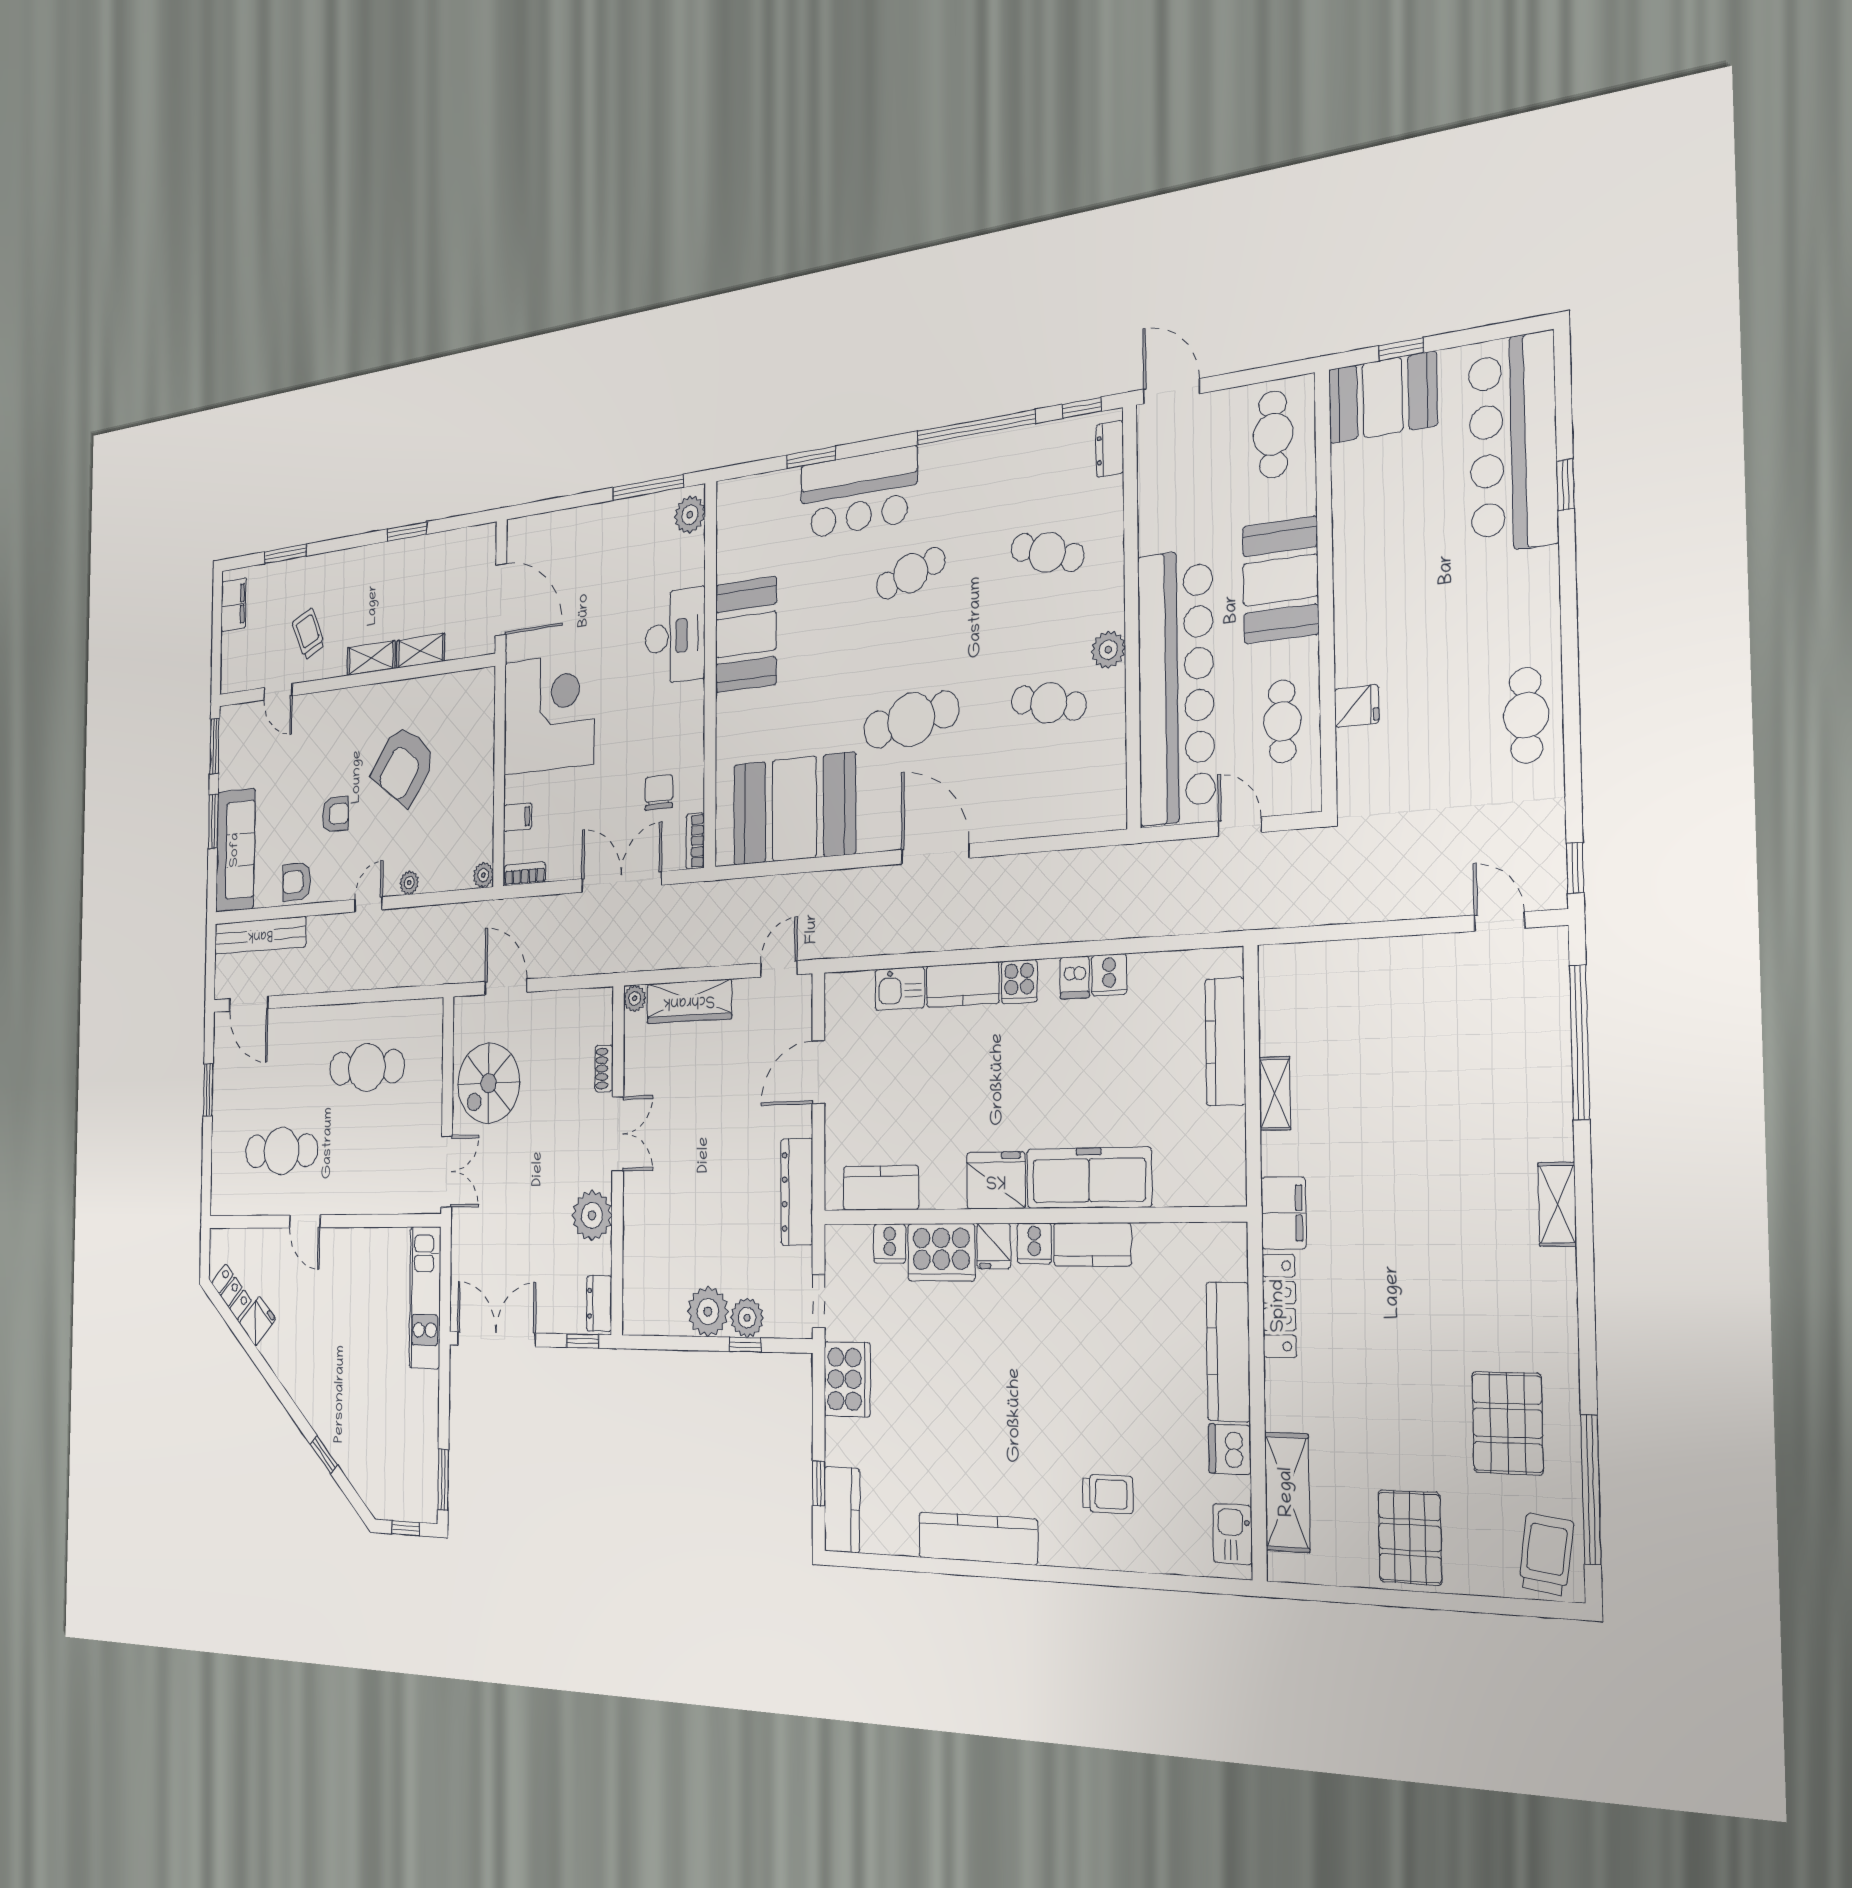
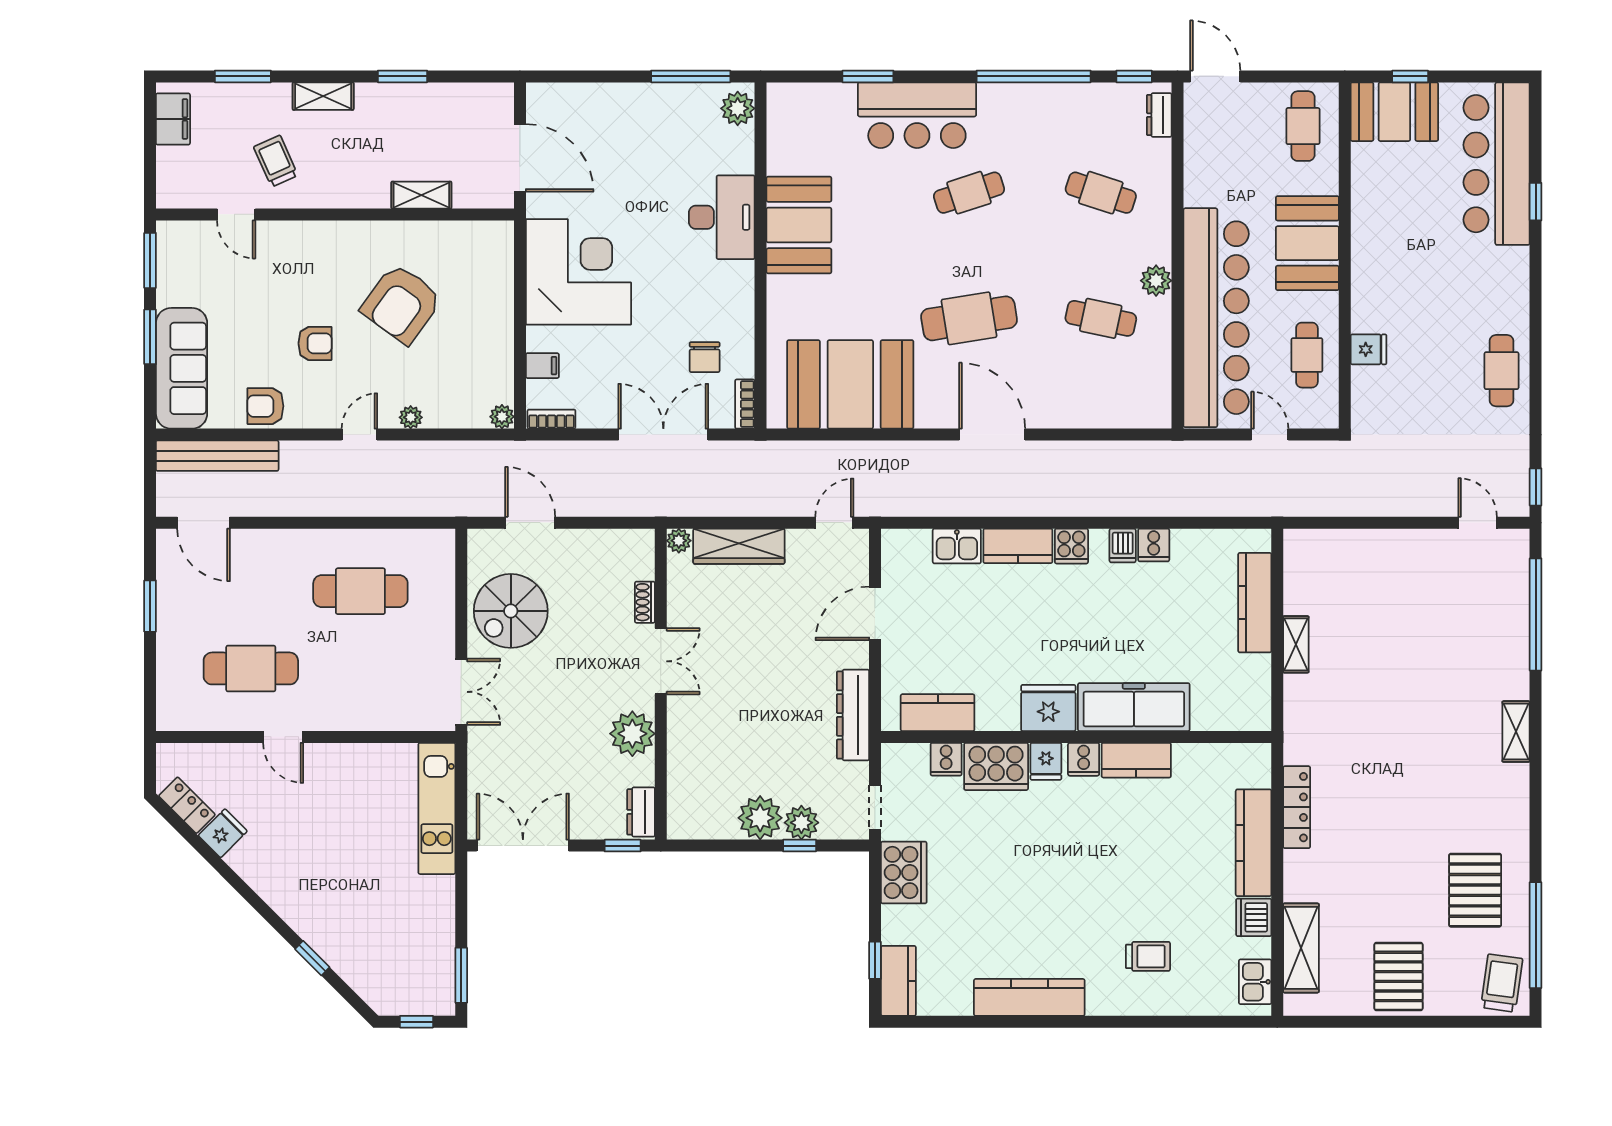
shelving: (371, 658) -> (323, 96), moved
chair: (659, 793) -> (705, 357), turned 180
filing cabinet: (1283, 1213) -> (1301, 736), removed

